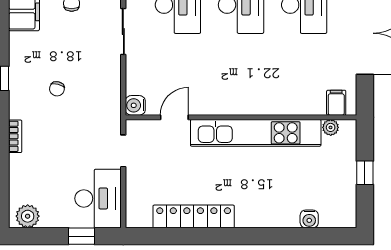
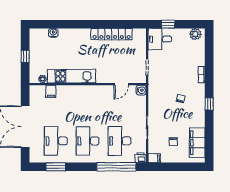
filing cabinet: (336, 103) -> (51, 92), moved
kitchen unit: (256, 133) -> (71, 76), width x0.73
desk: (98, 198) -> (160, 39), width x0.73

